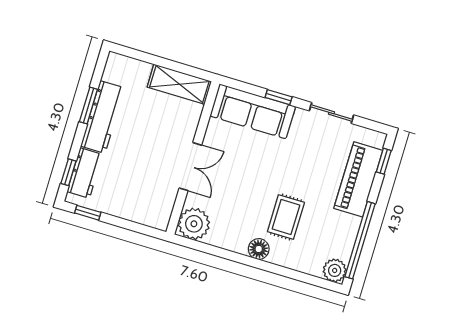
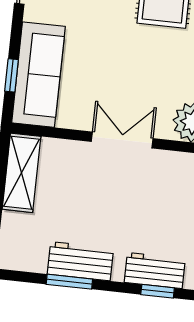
window: (279, 97) -> (11, 75), moved
workbench: (103, 117) -> (80, 261), width x0.73

